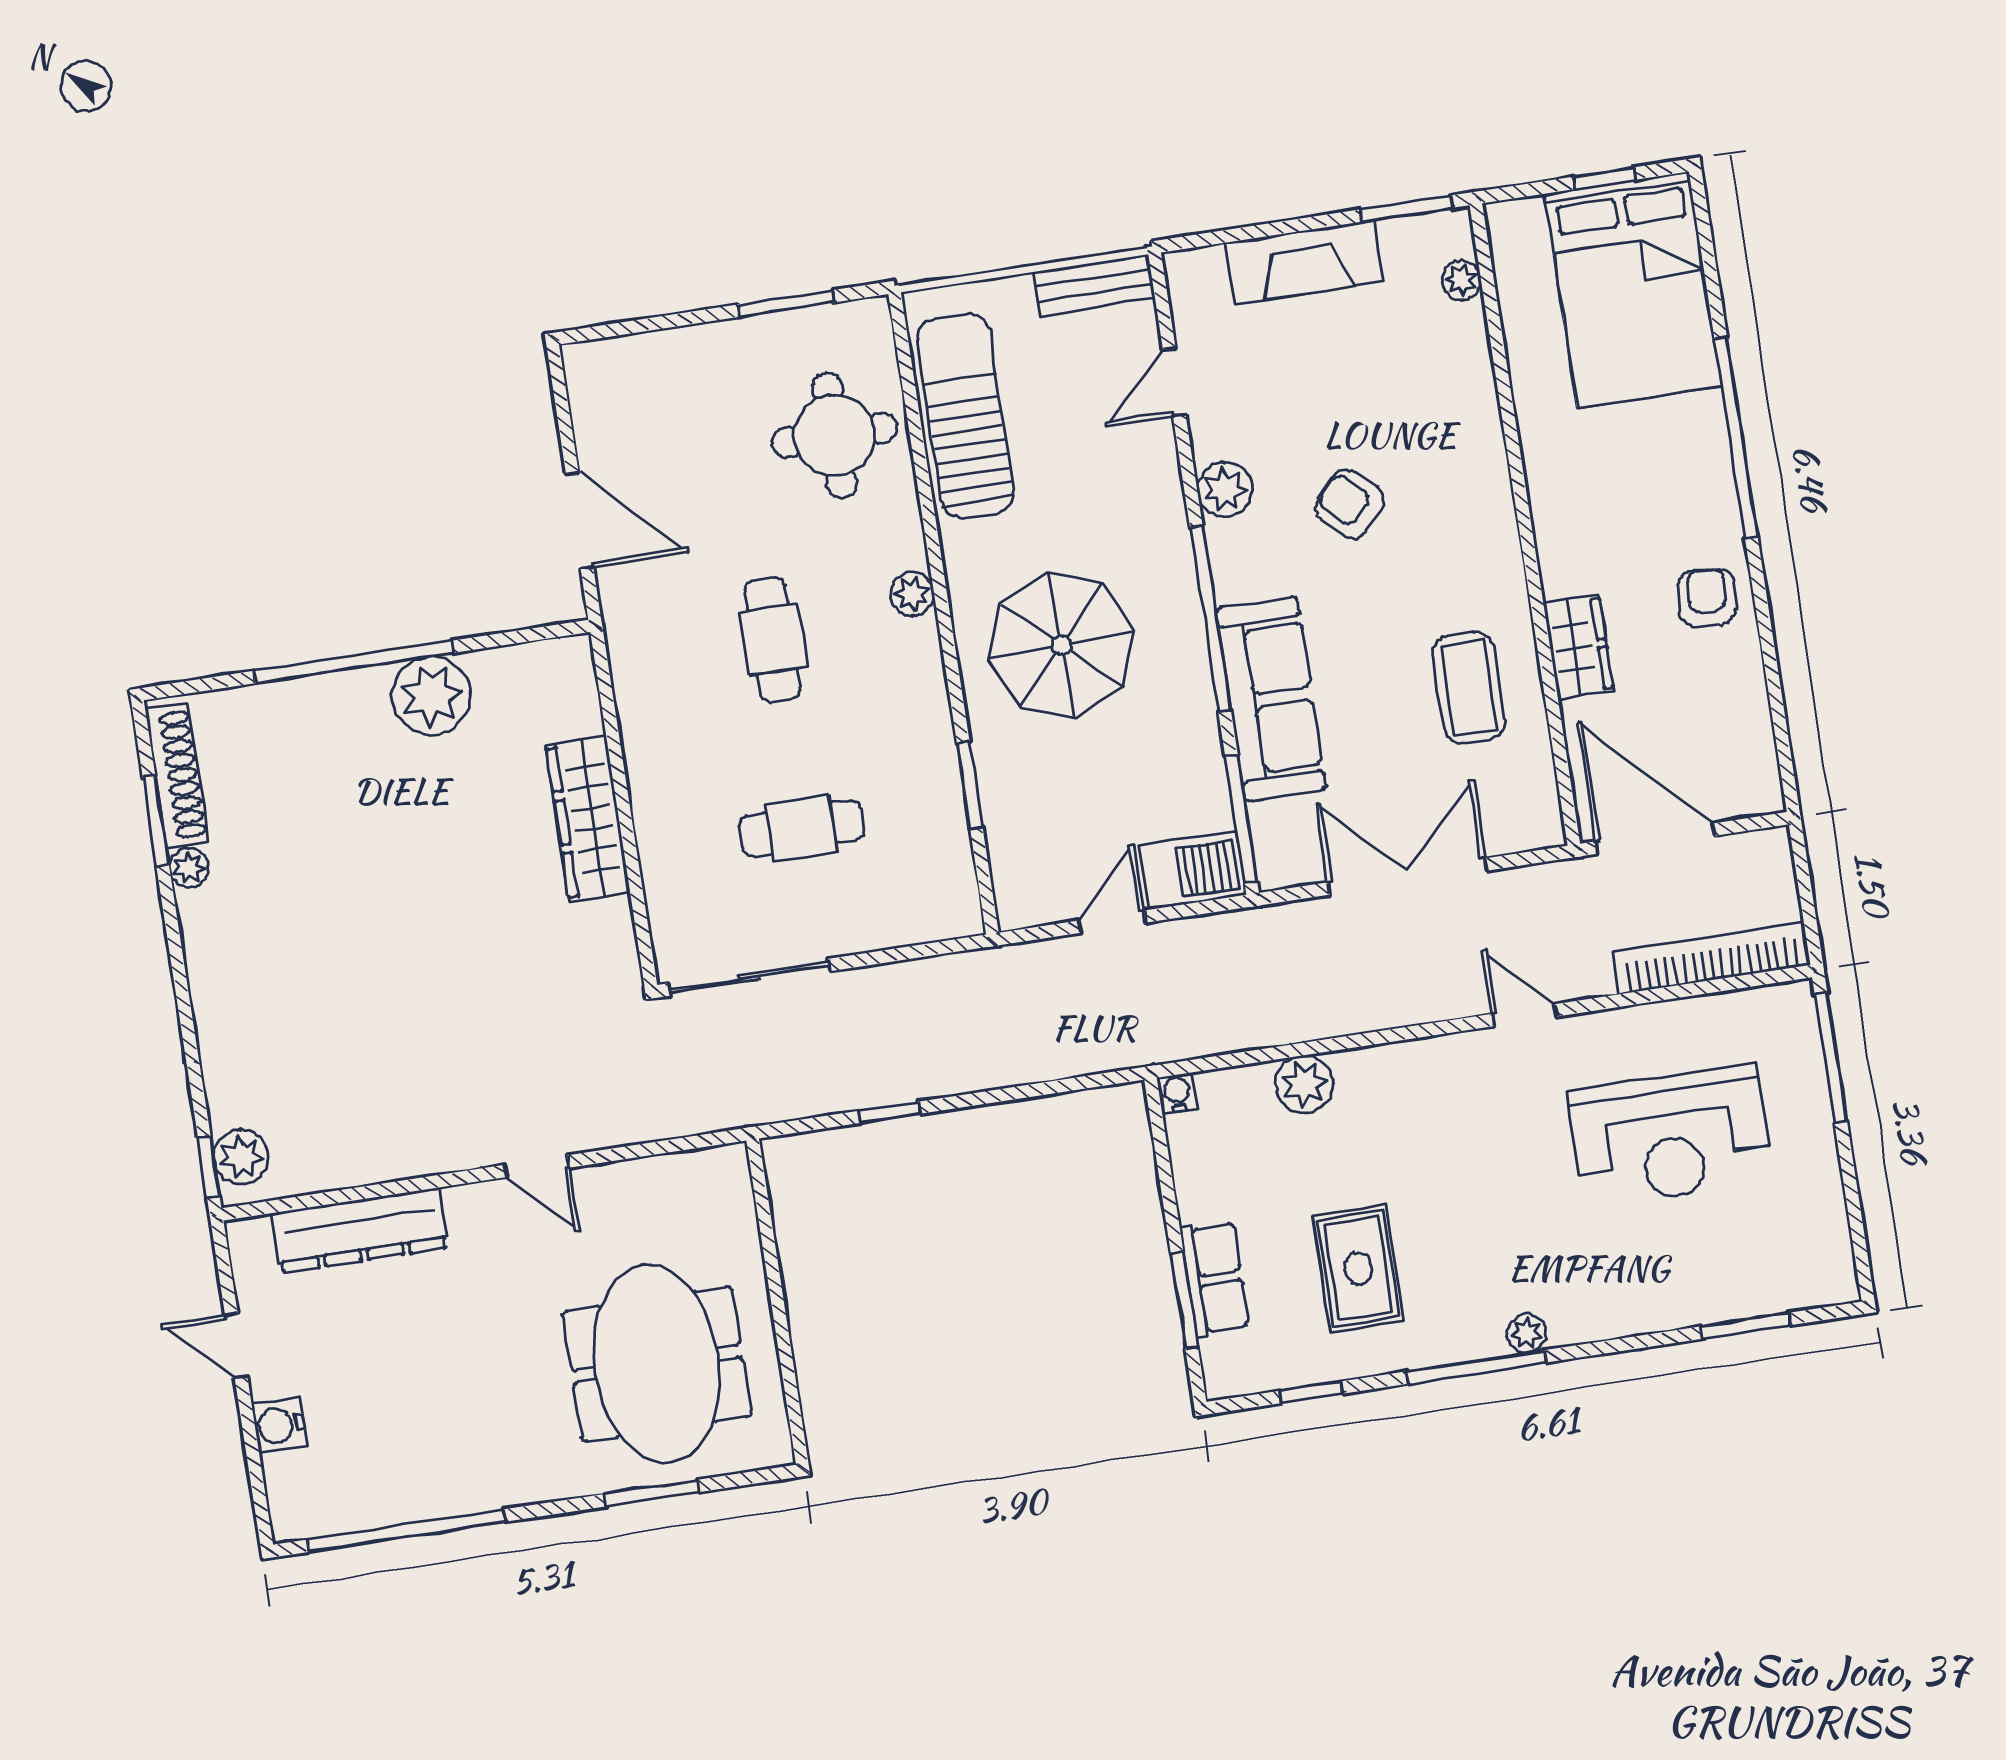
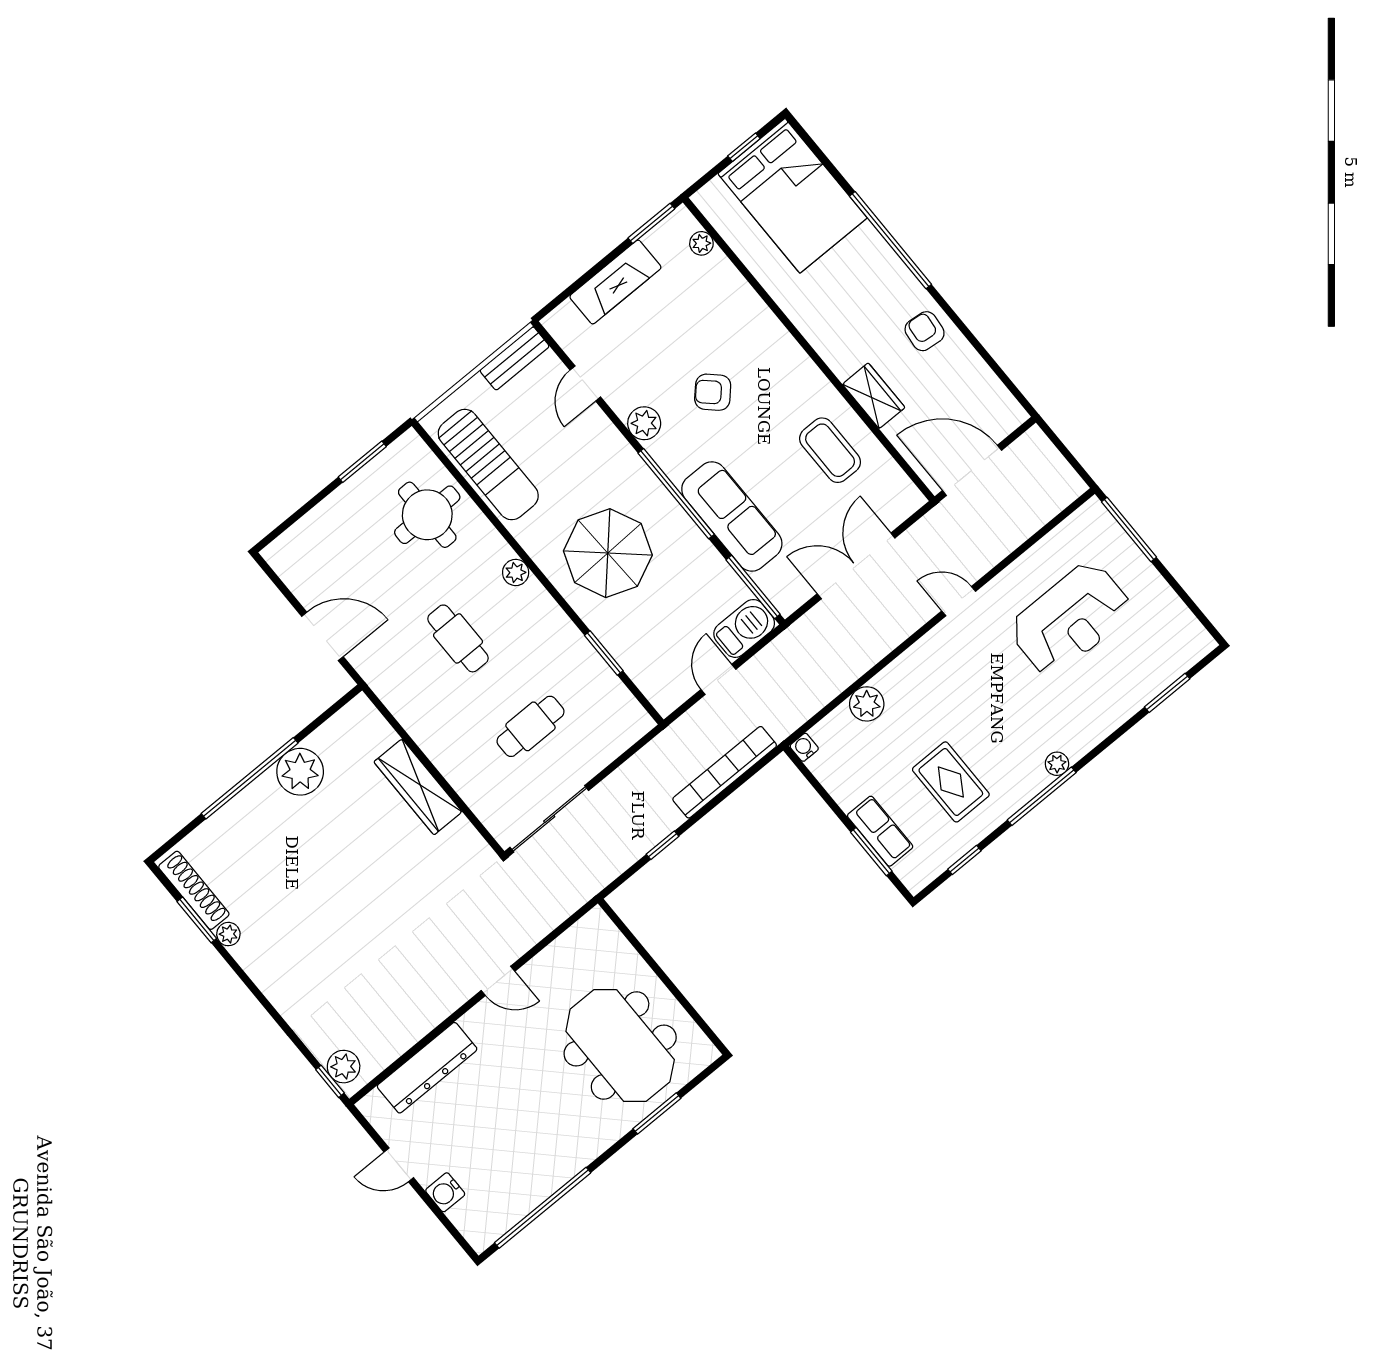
sun lounger: (965, 415) -> (488, 465), turned 180
bookcase: (1711, 958) -> (725, 772), moved

